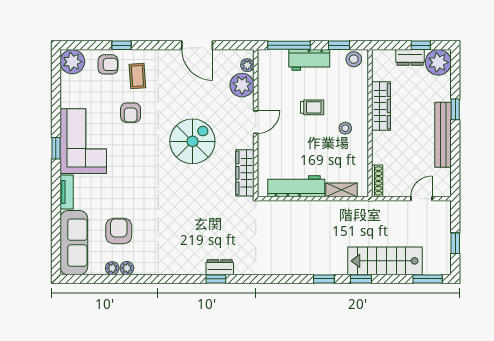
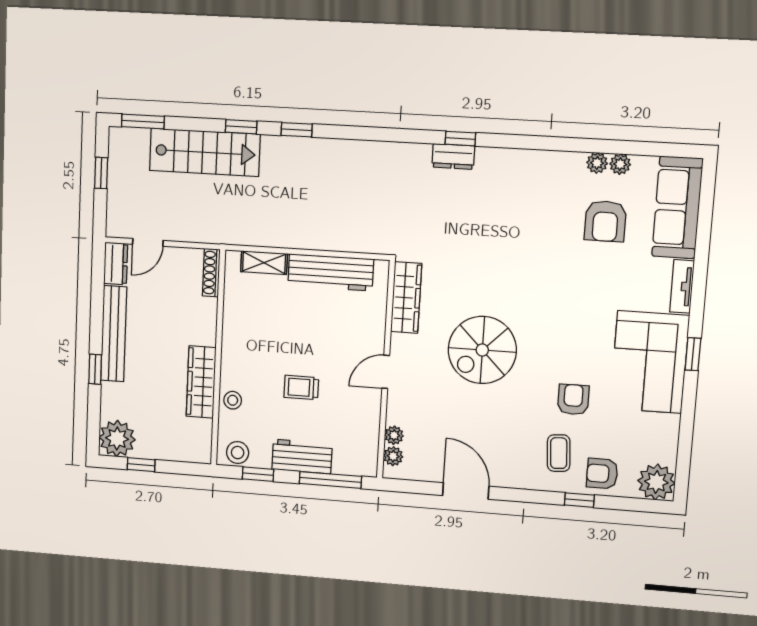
dresser: (410, 57) -> (116, 264), moved, turned 90
plant: (242, 85) -> (394, 435), width x0.53, depth x0.53
stool: (345, 128) -> (233, 400), moved

